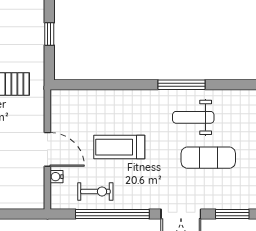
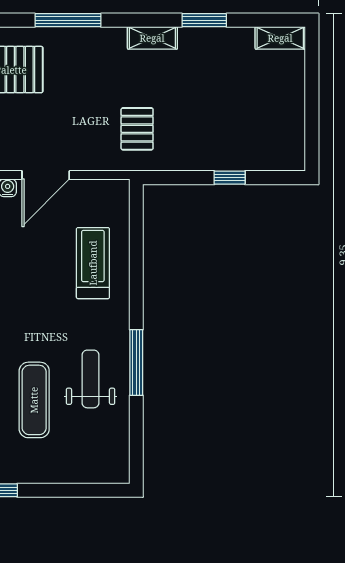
window: (49, 34) -> (230, 178), moved
treadmill: (119, 147) -> (93, 263), moved

